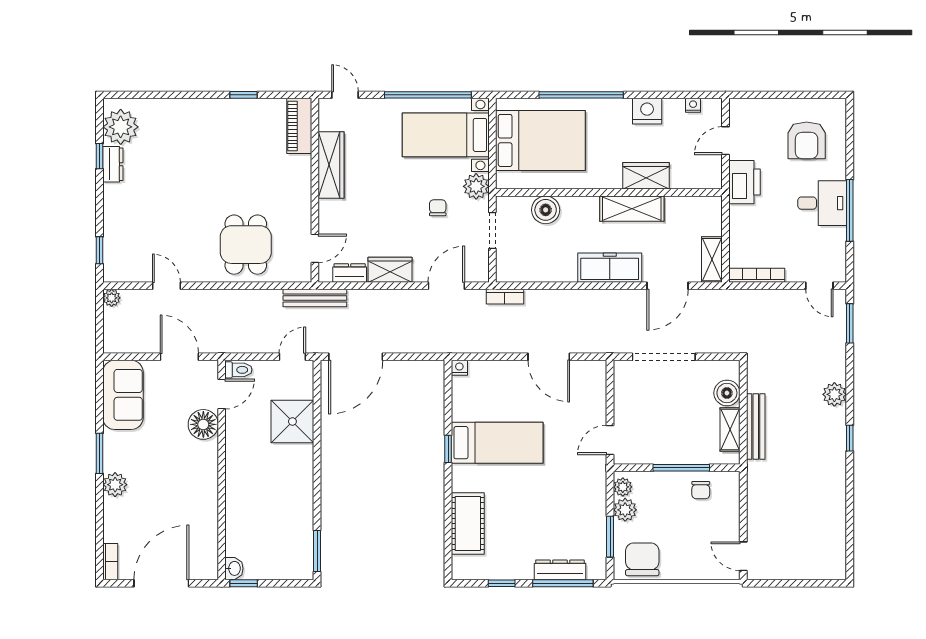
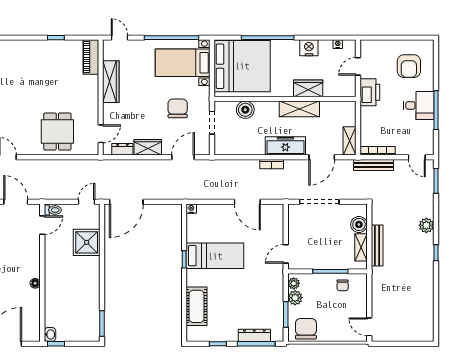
bed: (540, 140) -> (242, 66), width x1.36
plant: (476, 186) -> (202, 95), removed
chair: (438, 208) -> (178, 108), width x1.87, depth x1.87
bookcase: (505, 297) -> (272, 164), moved
bench: (315, 298) -> (373, 165), moved
floor lamp: (203, 424) -> (35, 283), moved, width x0.53, depth x0.53

